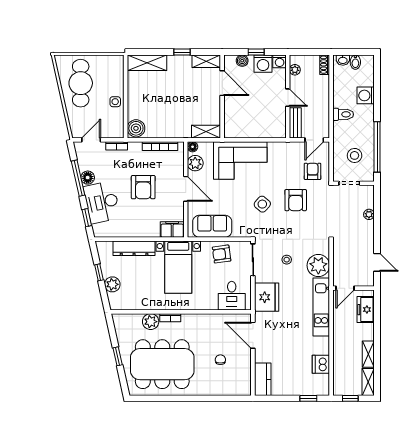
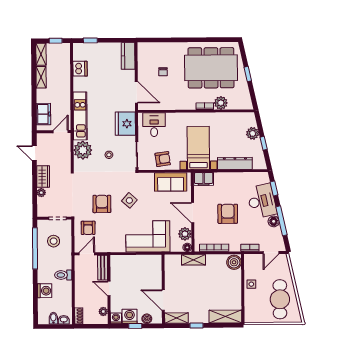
shelving: (206, 132) -> (193, 260), moved
wardrobe: (367, 234) -> (43, 177), added

